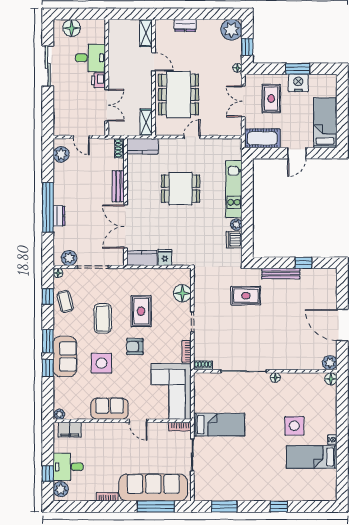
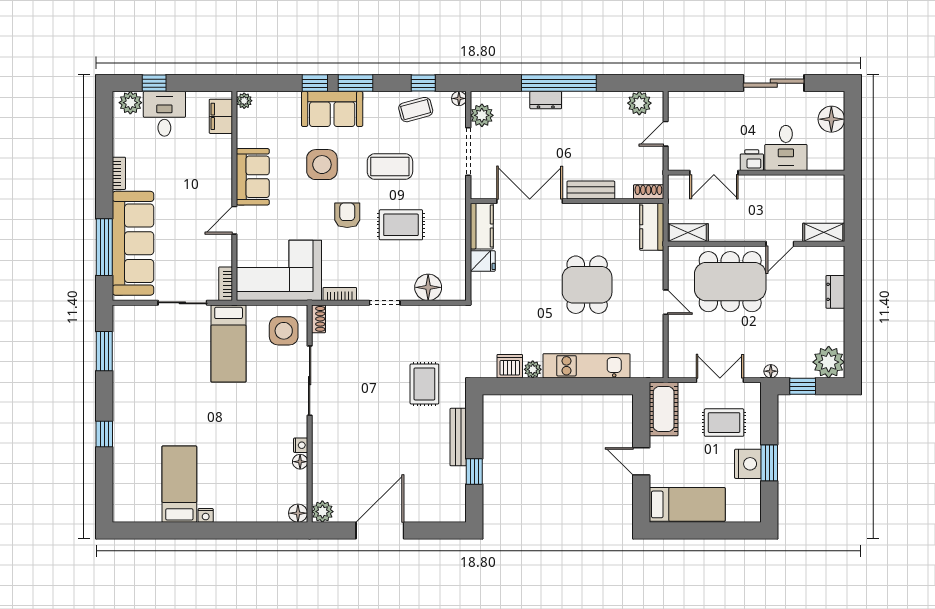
nightstand: (286, 377) -> (301, 445), added
floor lamp: (275, 378) -> (300, 462), moved
side table: (294, 426) -> (284, 331), moved

